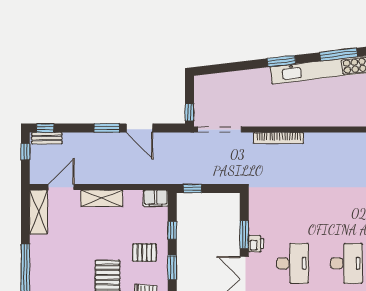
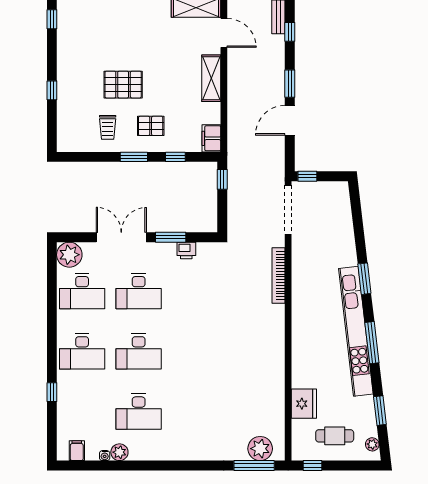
window: (45, 128) -> (290, 32), moved
printer: (256, 244) -> (186, 251), moved
pallet: (144, 253) -> (151, 126), turned 90

